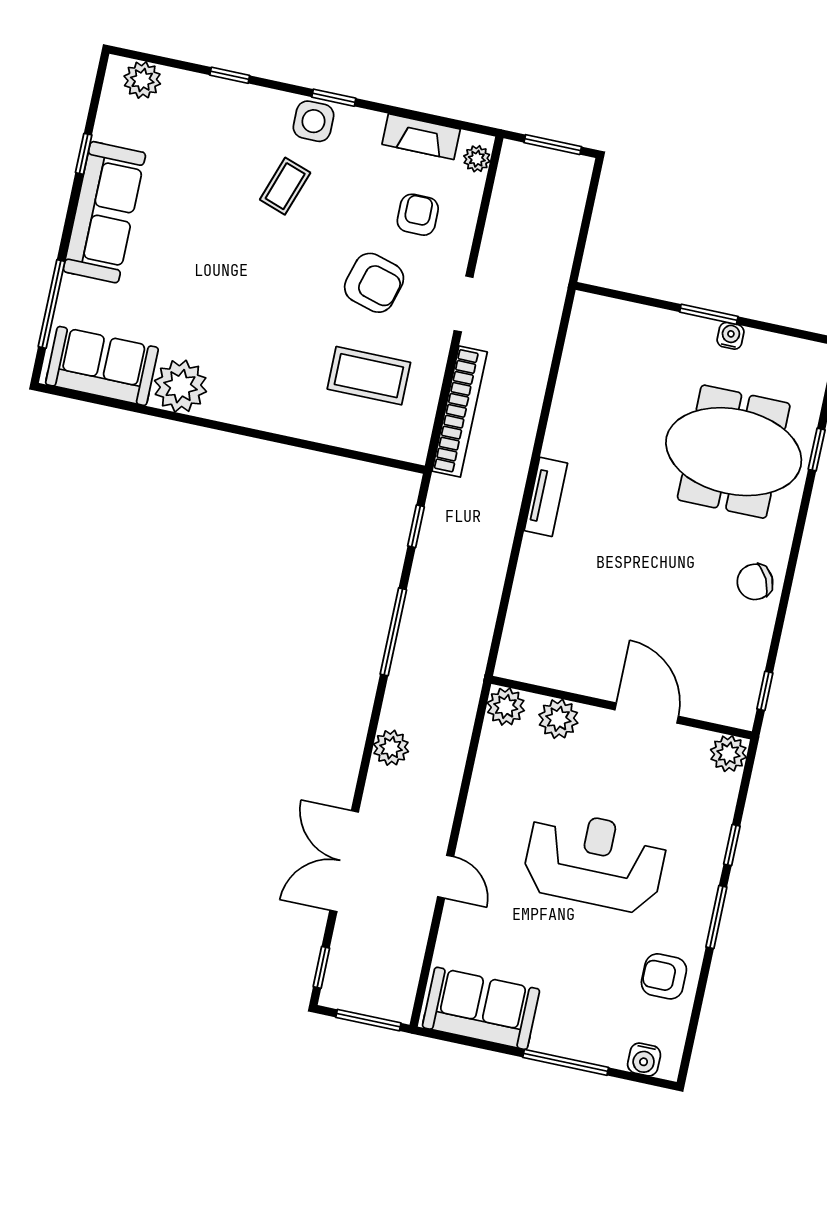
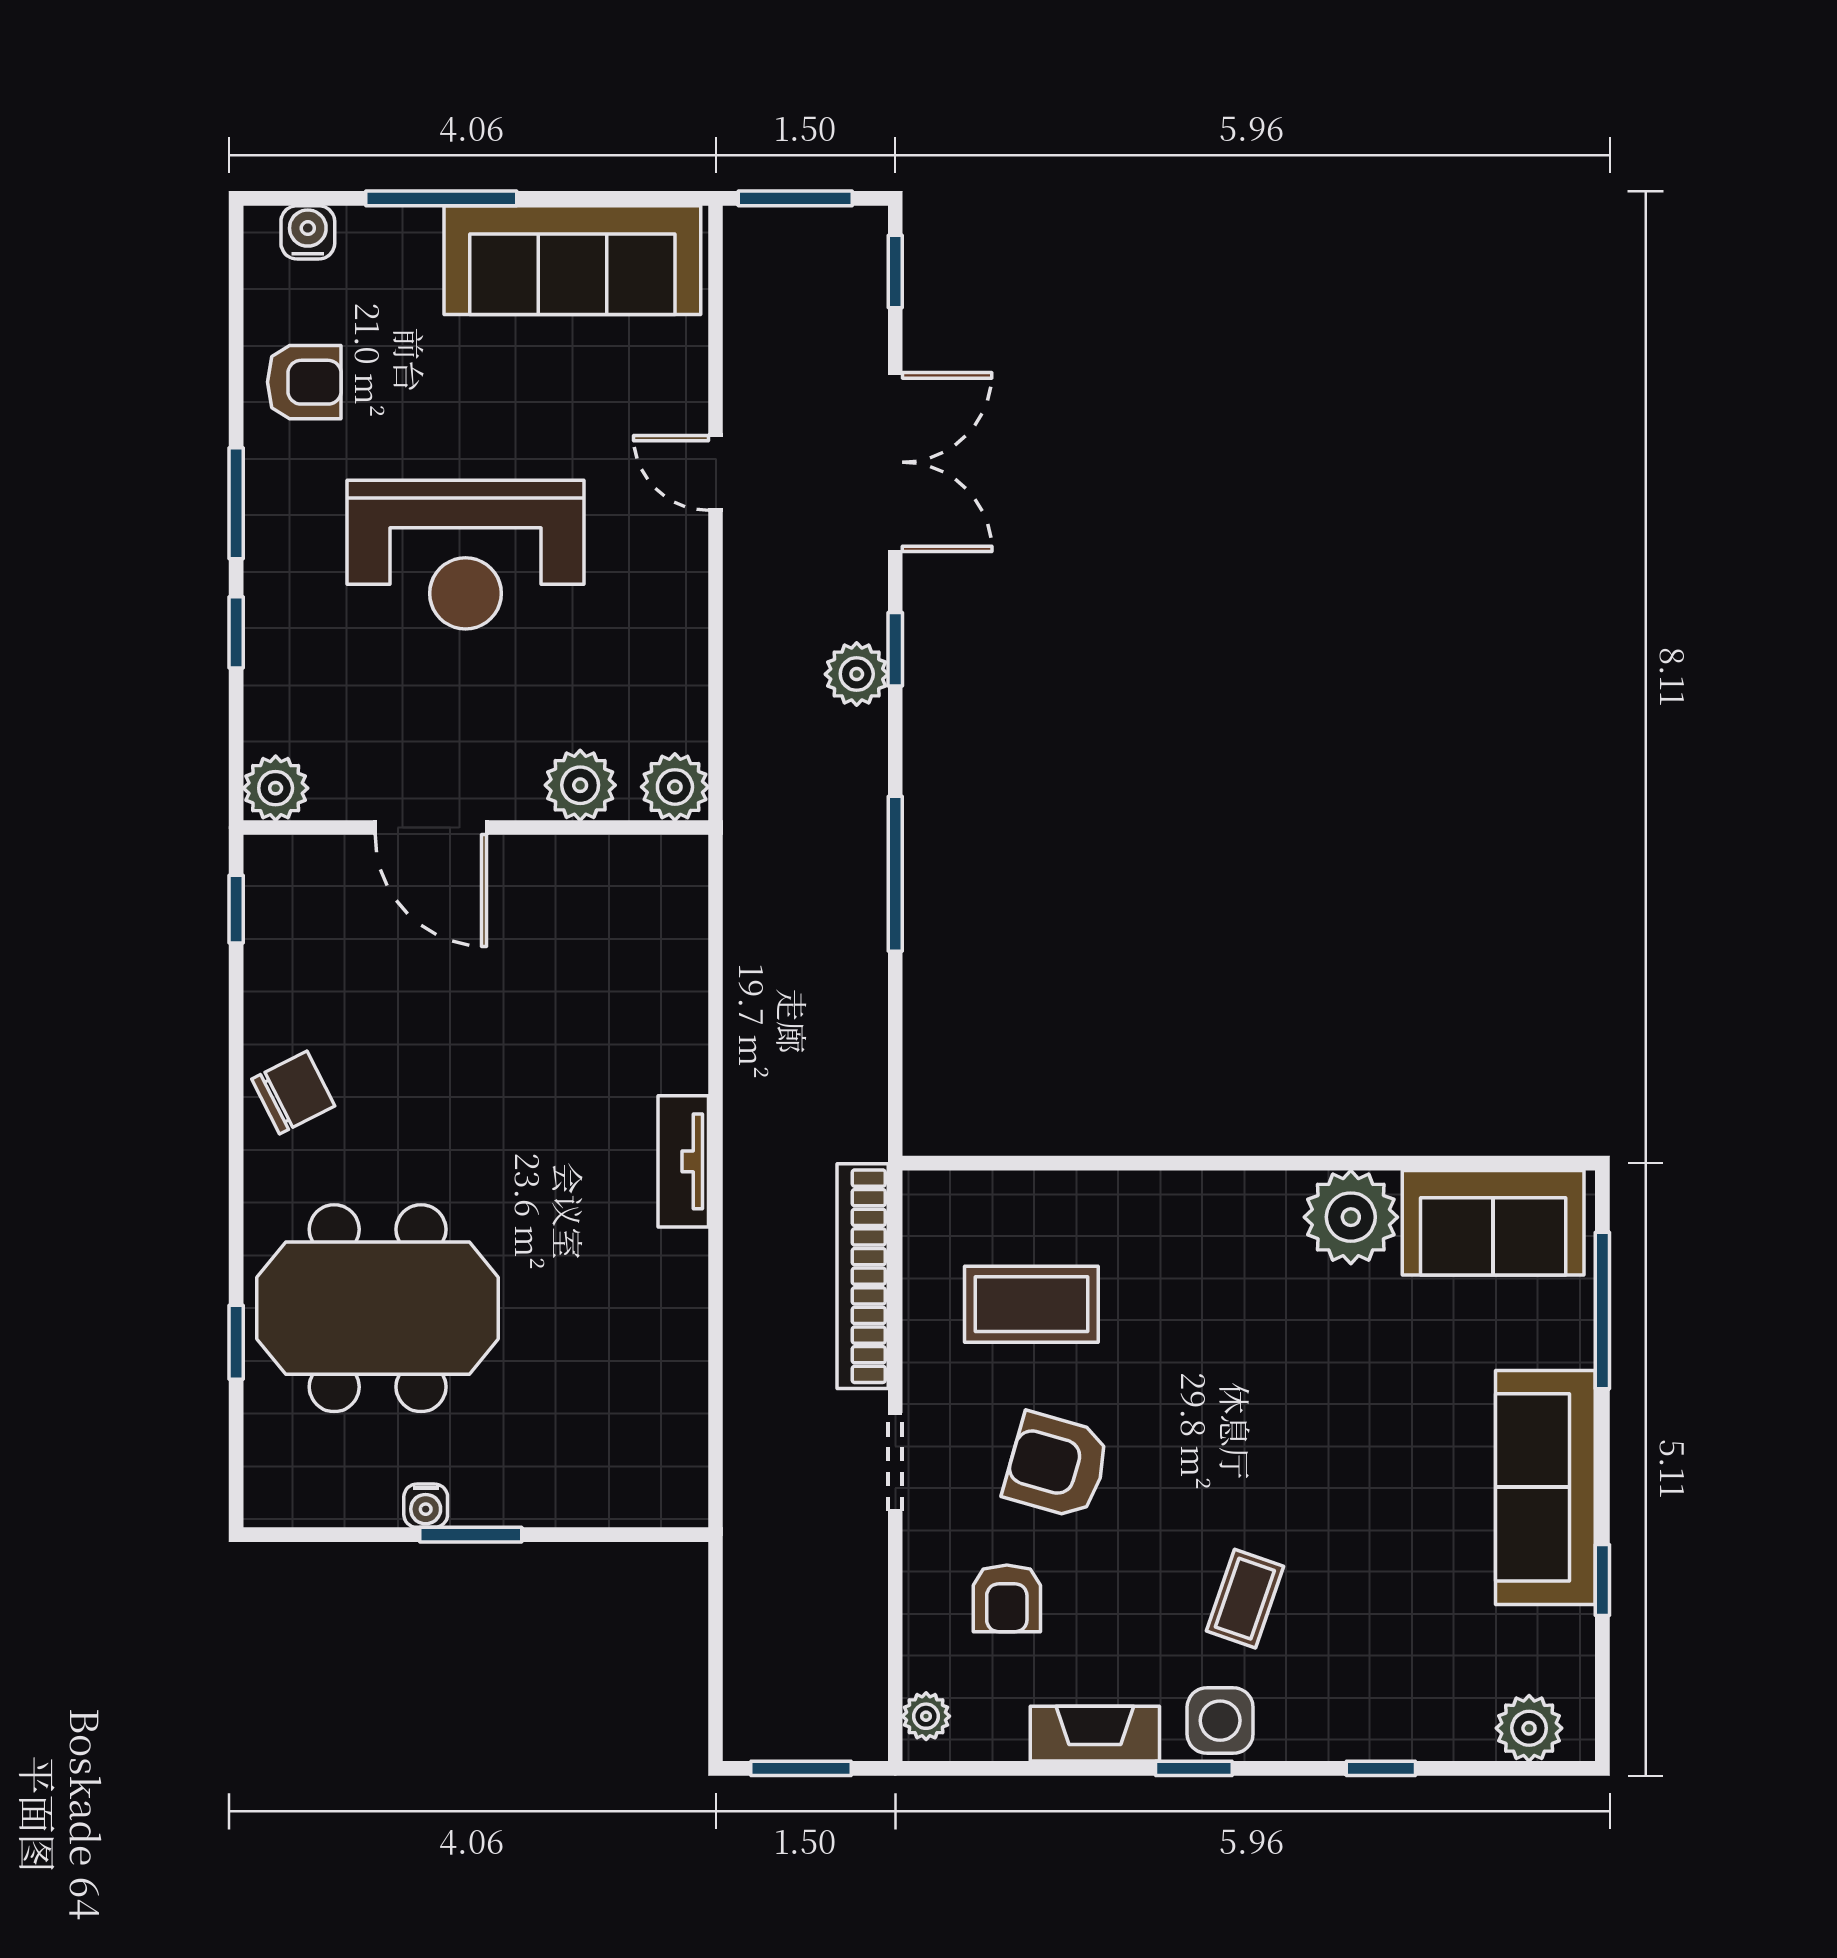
fireplace: (421, 137) -> (1095, 1734), moved
window: (416, 526) -> (895, 649), moved
sofa: (481, 1008) -> (572, 260), width x1.36

